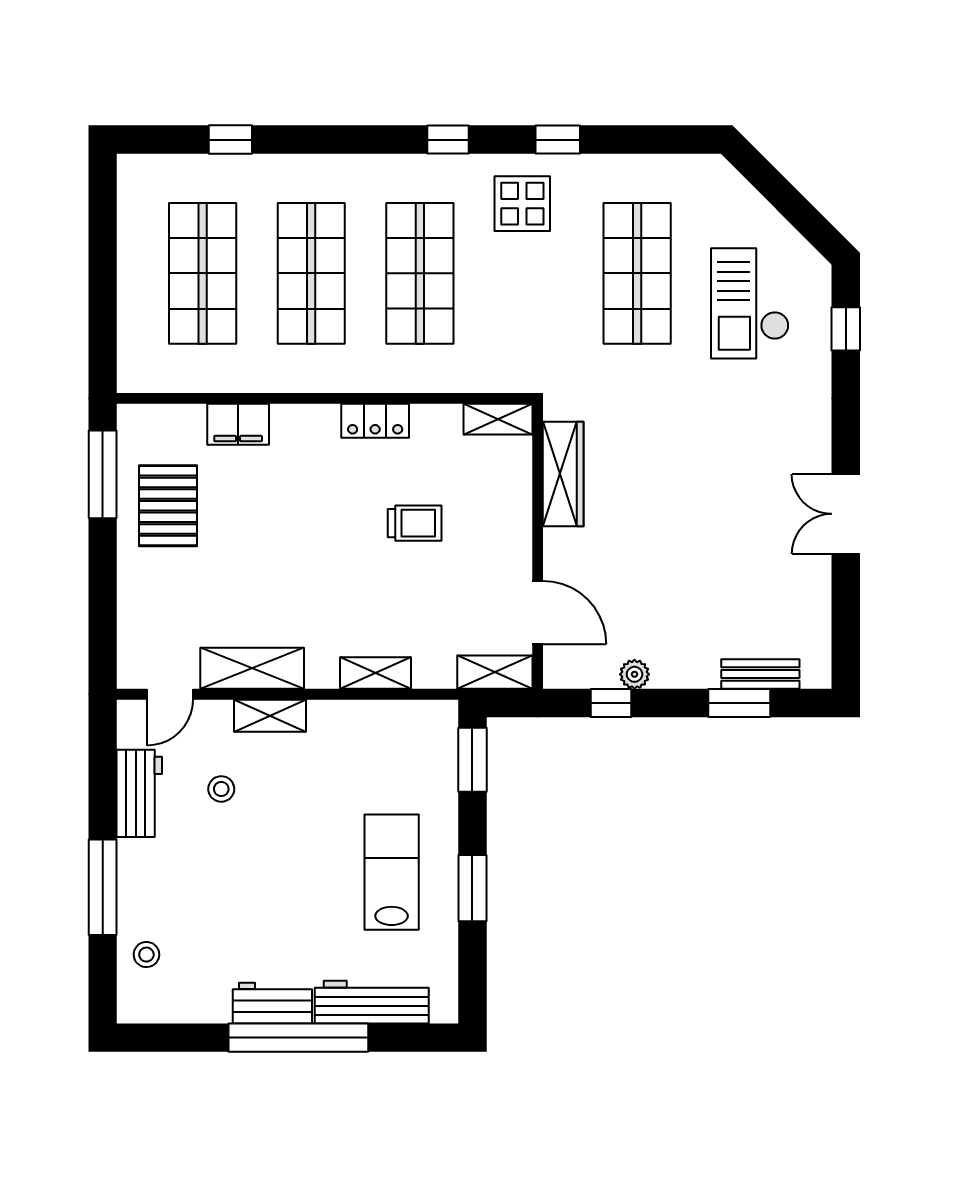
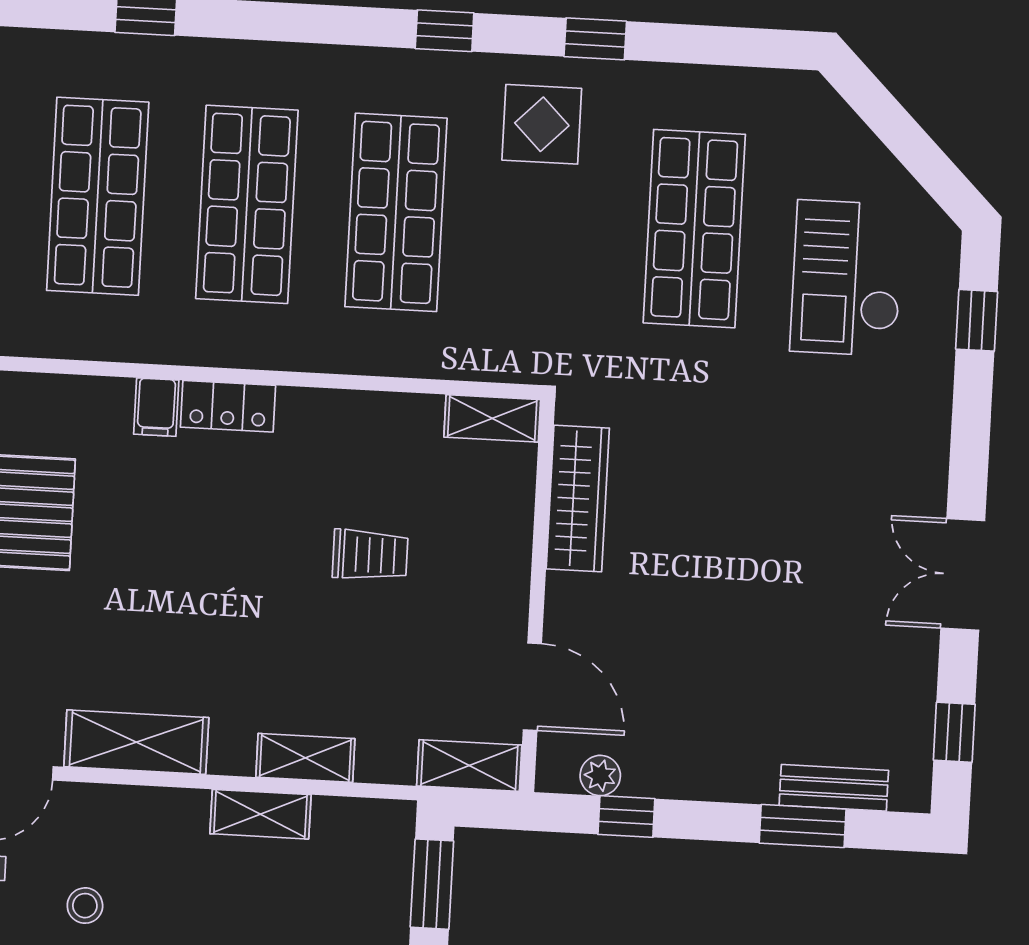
locker: (375, 421) -> (228, 406), moved
filing cabinet: (238, 424) -> (156, 407), width x0.50
window: (846, 629) -> (954, 732), added
plant: (634, 674) -> (600, 776), moved
shelving: (270, 716) -> (260, 814), moved

